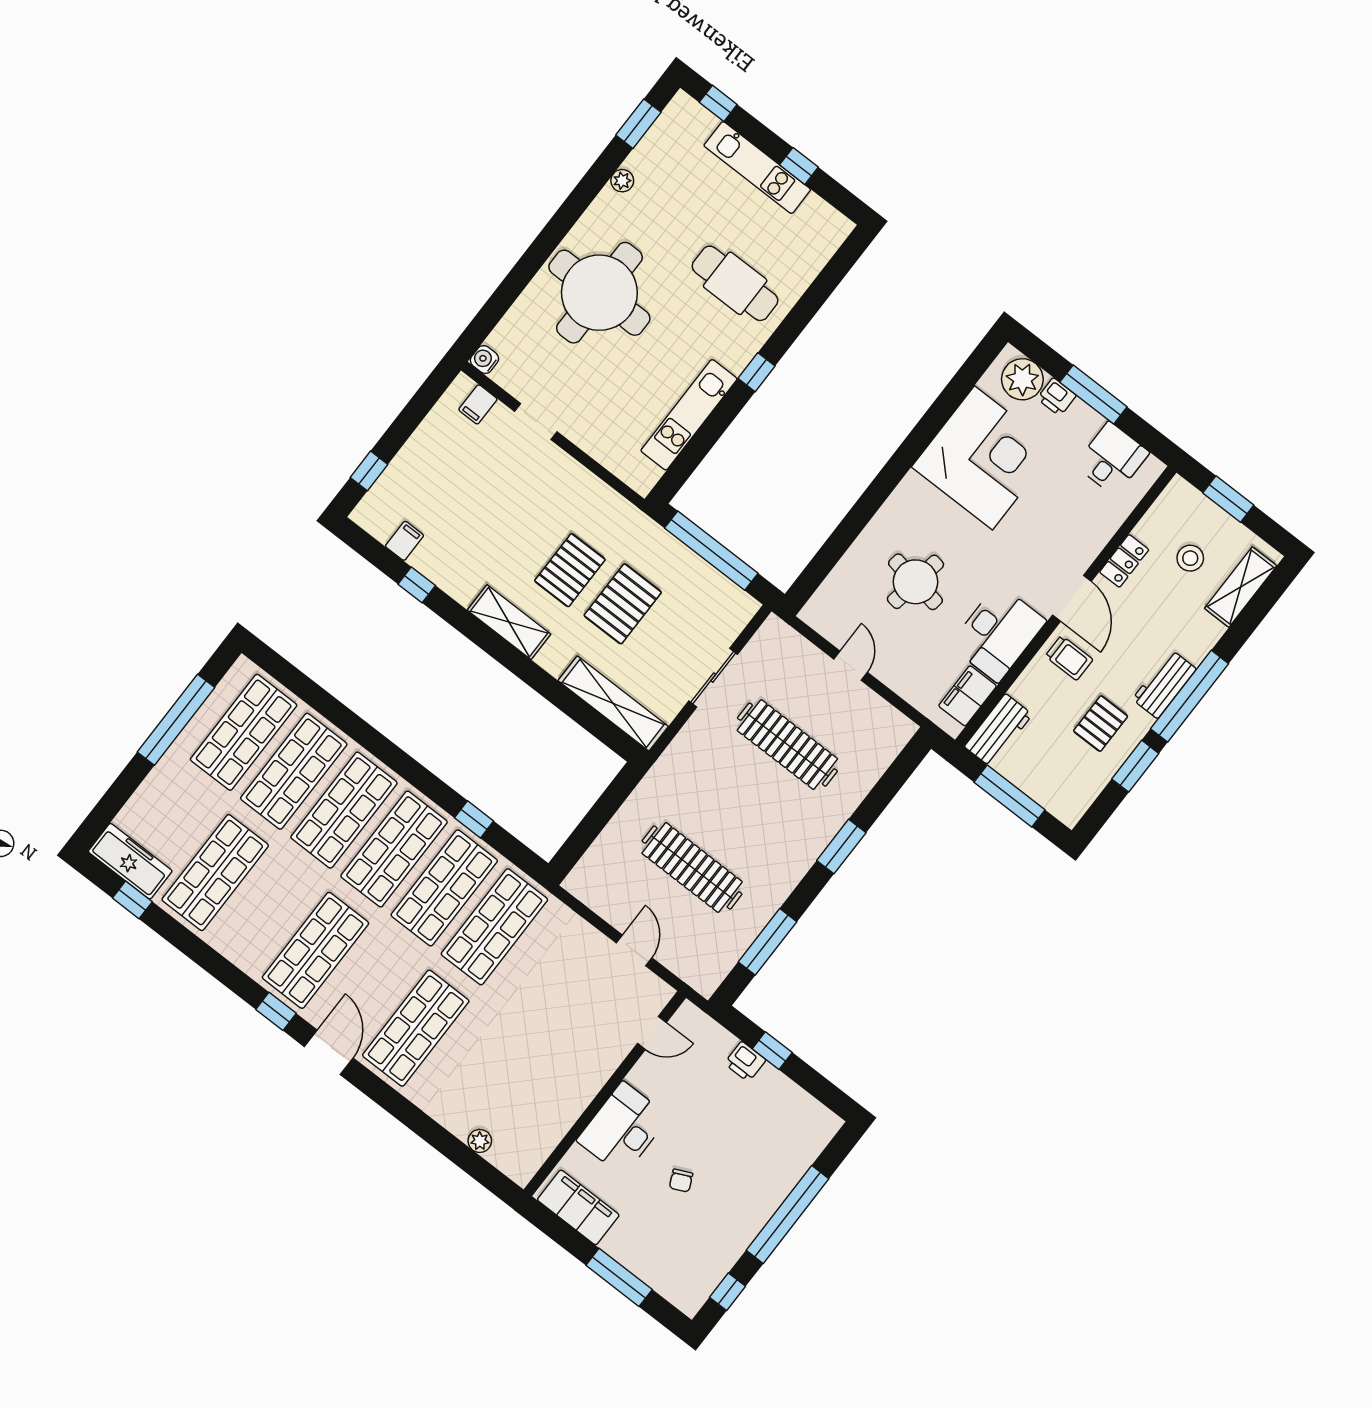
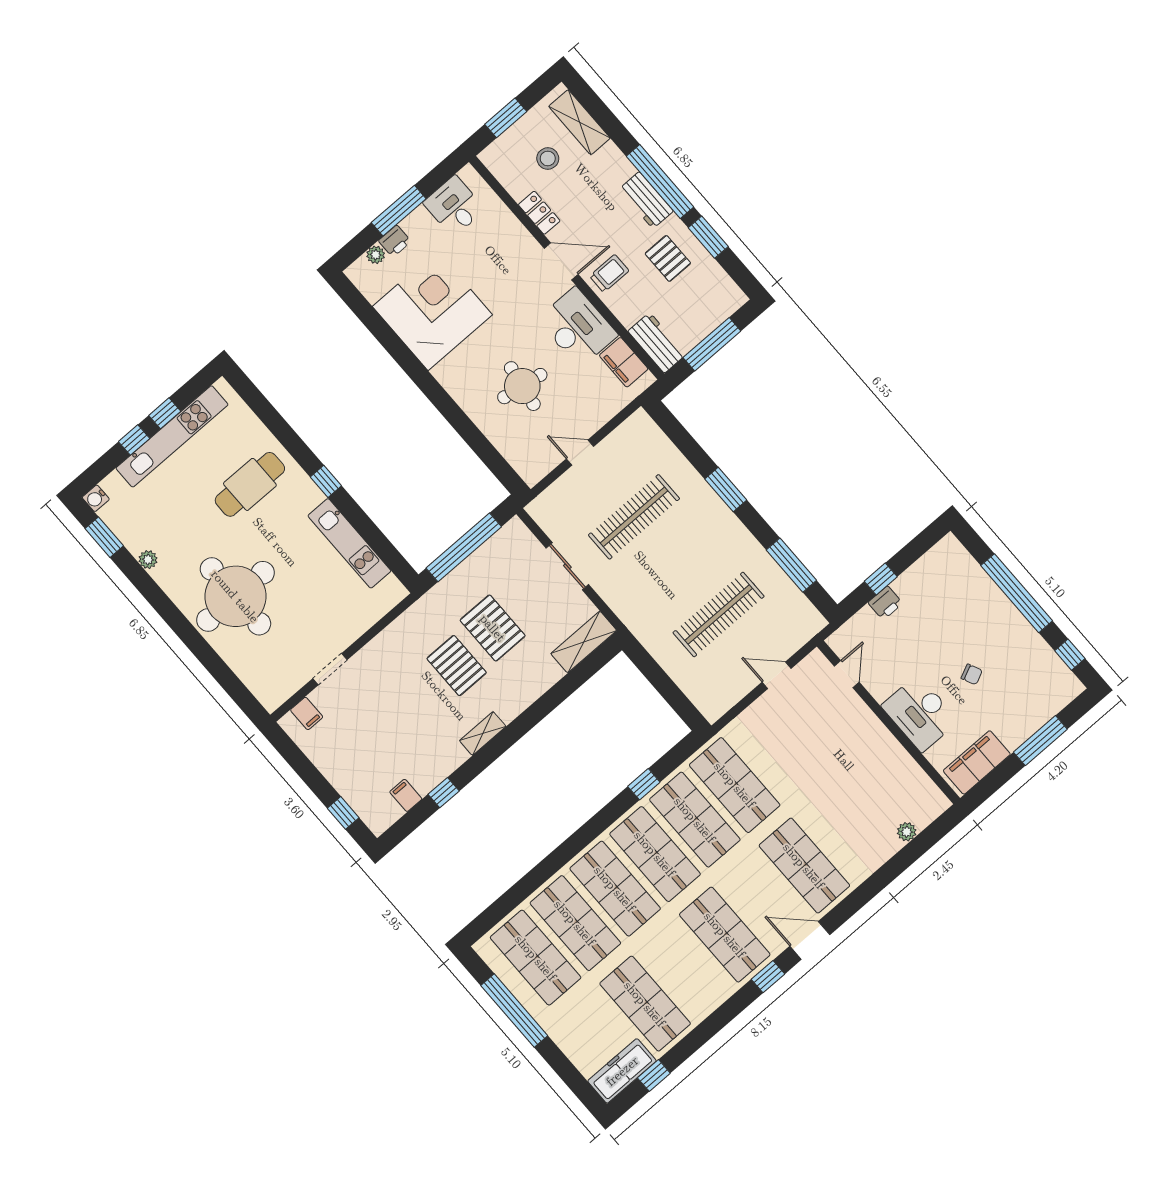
window: (718, 103) -> (134, 440), moved
kitchen unit: (757, 168) -> (172, 436), width x1.36
water cooler: (484, 360) -> (96, 498), moved
plant: (1022, 379) -> (376, 255), width x0.53, depth x0.53
shelving: (509, 622) -> (483, 733), width x0.67, depth x0.75
shelving: (613, 703) -> (584, 642), width x0.68

